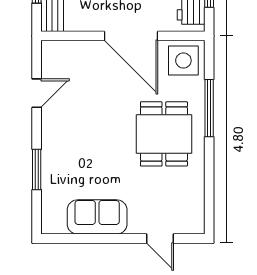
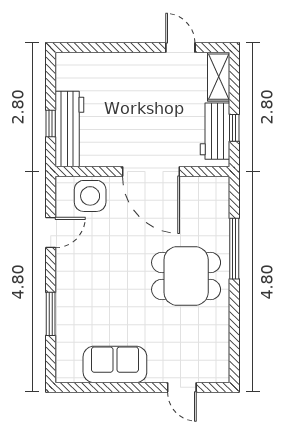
side table: (183, 60) -> (90, 196), moved
dining table: (164, 134) -> (186, 276), turned 90

